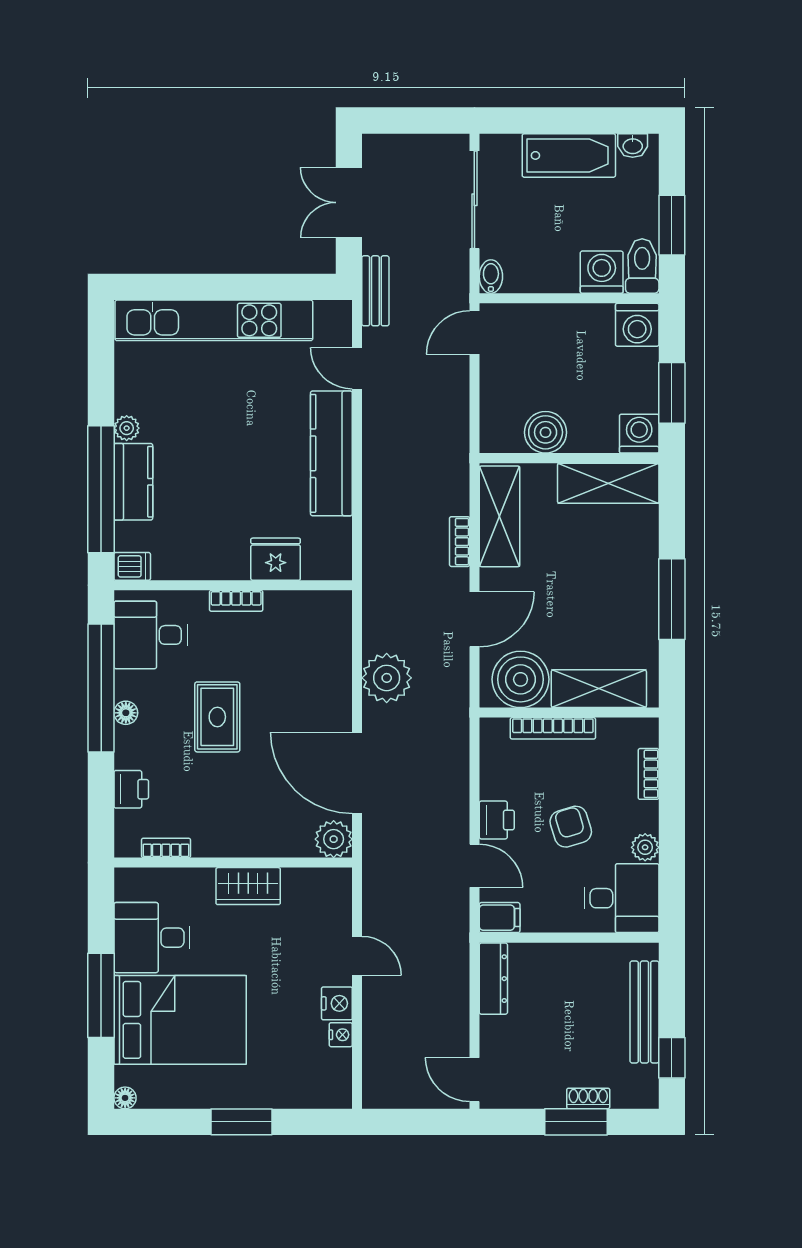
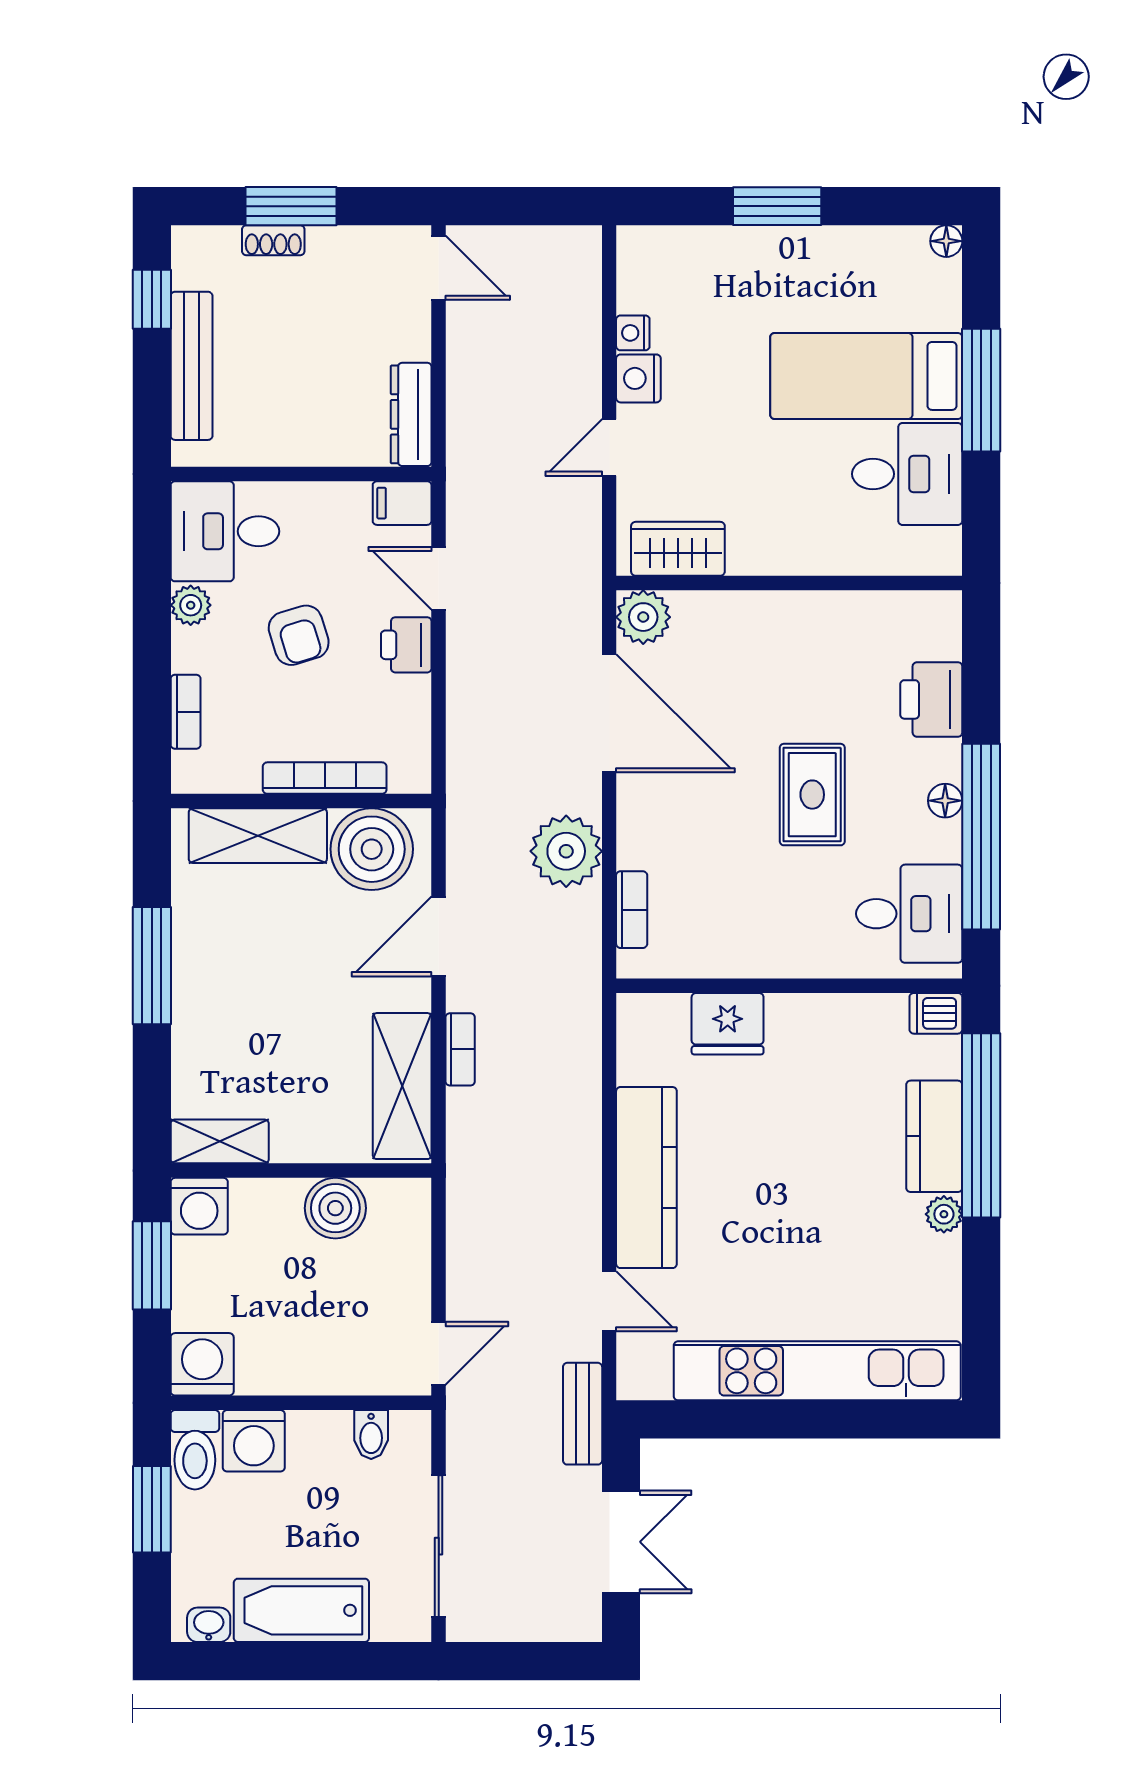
bidet: (491, 276) -> (371, 1435), moved
shelving: (608, 483) -> (220, 1141), width x0.67, depth x0.75
bookcase: (236, 601) -> (632, 910), moved, turned 90
printer: (131, 789) -> (931, 699), width x1.36, depth x1.24
bookcase: (166, 848) -> (887, 604), removed
wardrobe: (248, 886) -> (678, 549), moved
door: (357, 956) -> (609, 448), hinge flipped
bed: (180, 1020) -> (866, 376), width x0.67

